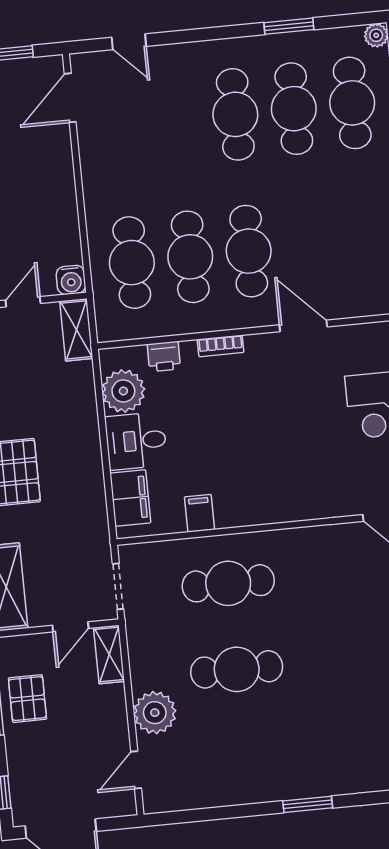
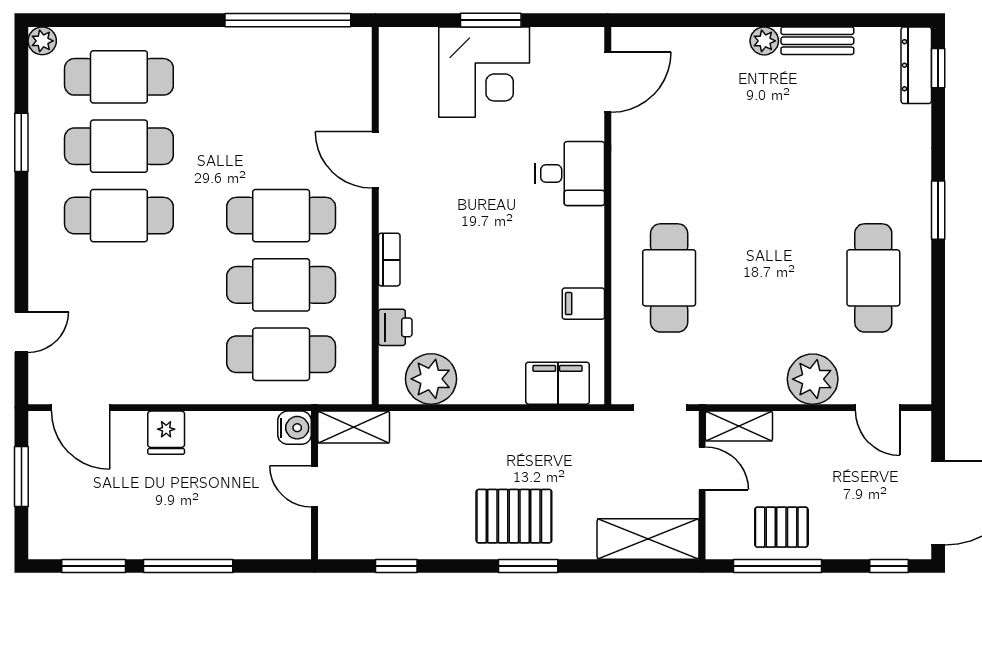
fridge: (56, 172) -> (166, 433), added
door: (303, 326) -> (375, 160), hinge flipped
desk: (136, 441) -> (570, 174), moved, turned -90
cafe table: (237, 669) -> (873, 278), moved

